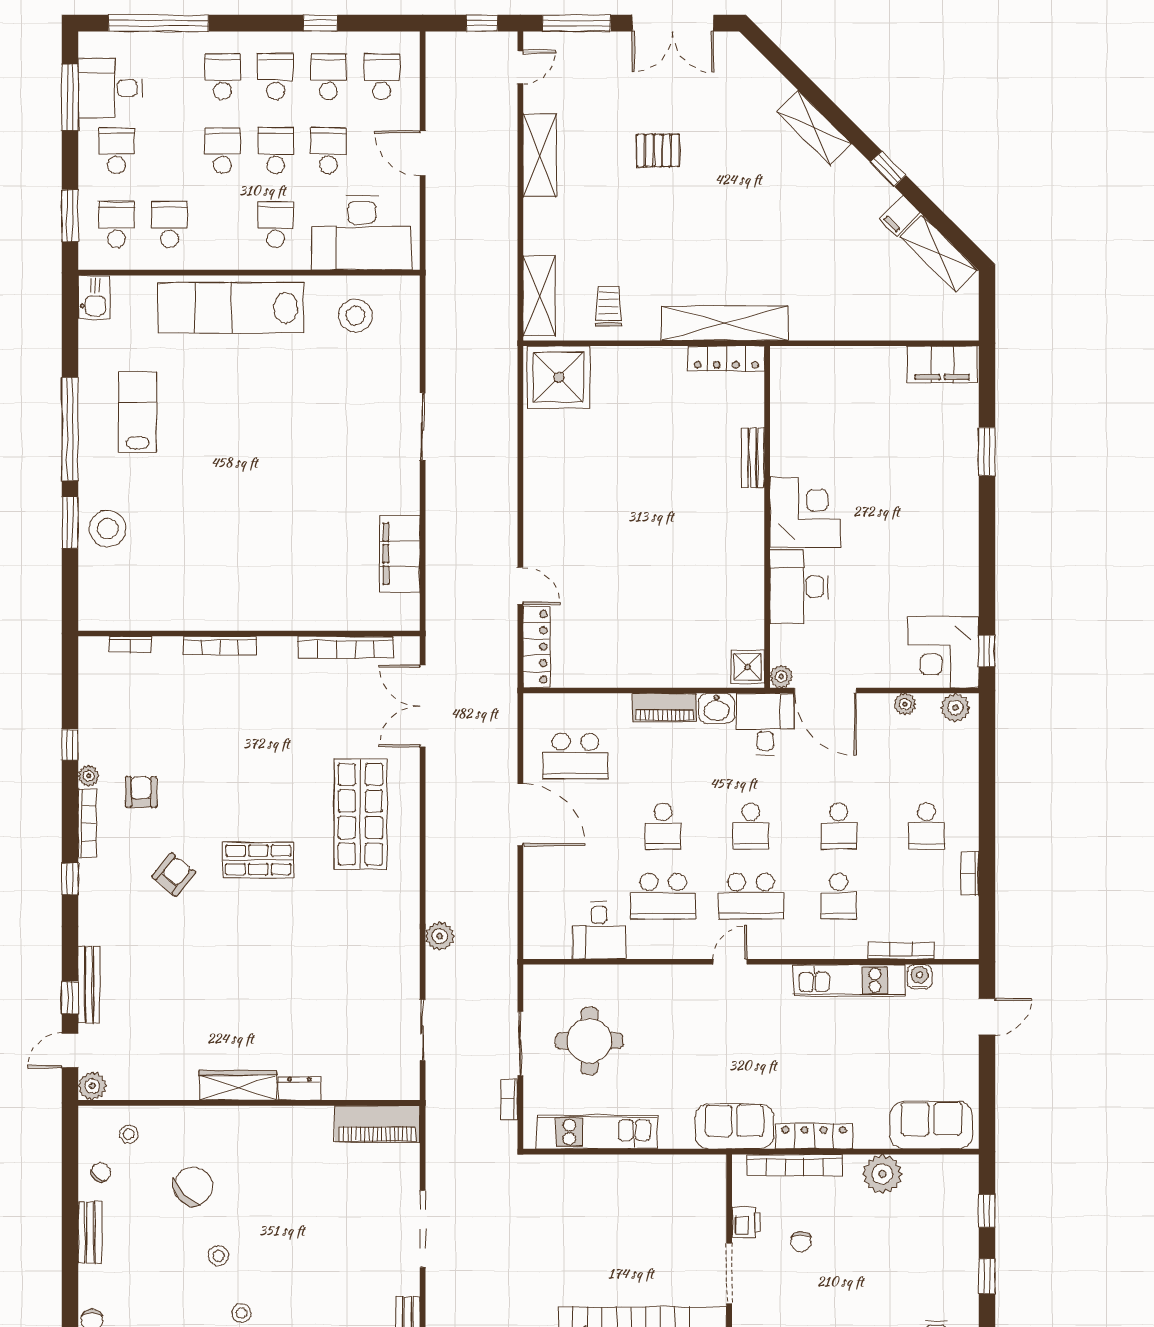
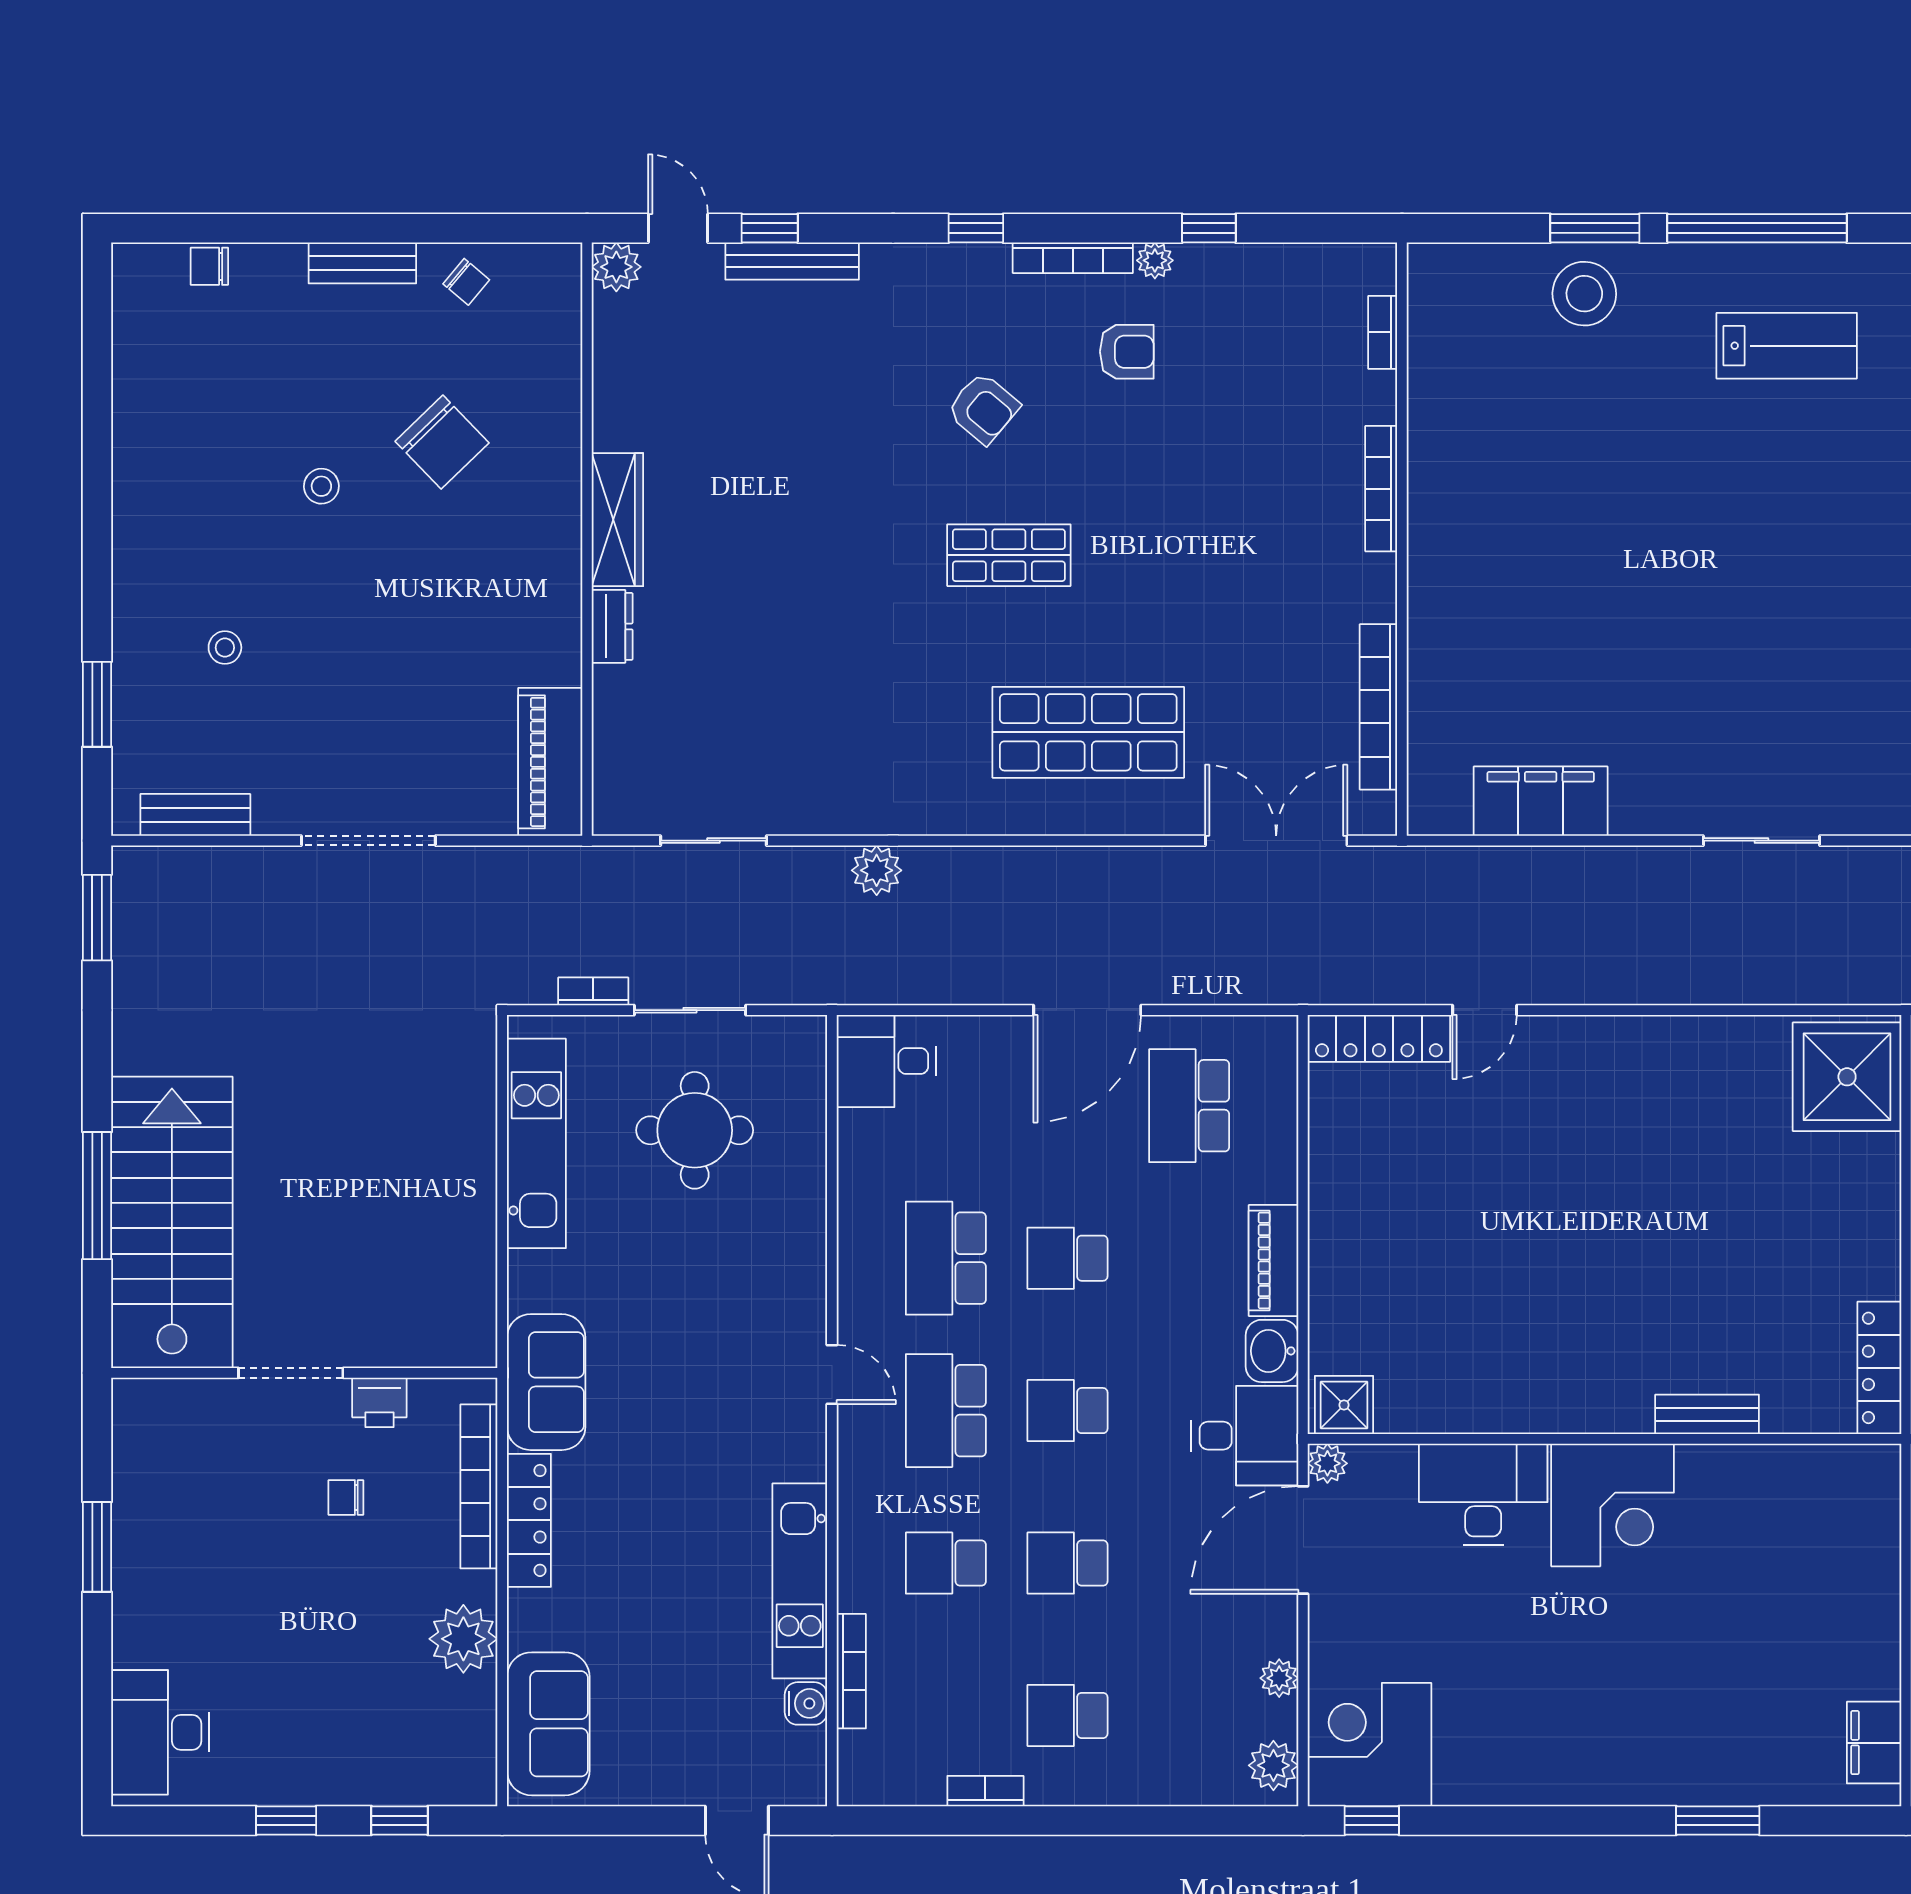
filing cabinet: (942, 364) -> (1874, 1743), width x0.67, depth x0.86
shop shelf: (258, 860) -> (1009, 555), turned 90
desk: (599, 930) -> (886, 1061), moved
stool: (129, 1134) -> (533, 330), removed
stool: (241, 1313) -> (225, 648), moved

